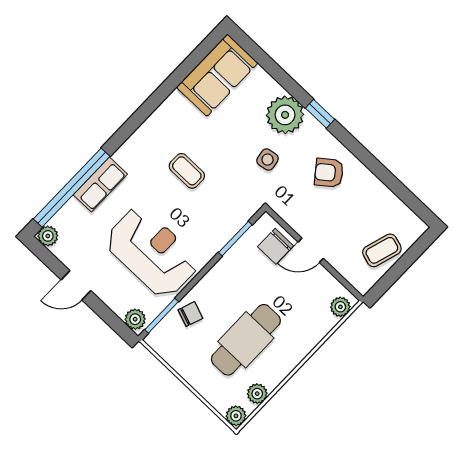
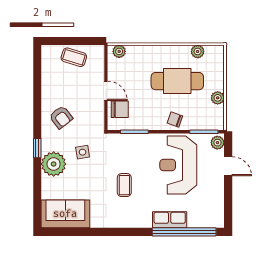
plant: (48, 236) -> (218, 221), removed
door: (76, 285) -> (228, 166), moved
chair: (190, 314) -> (175, 119), moved
plant: (236, 416) -> (218, 98), moved

